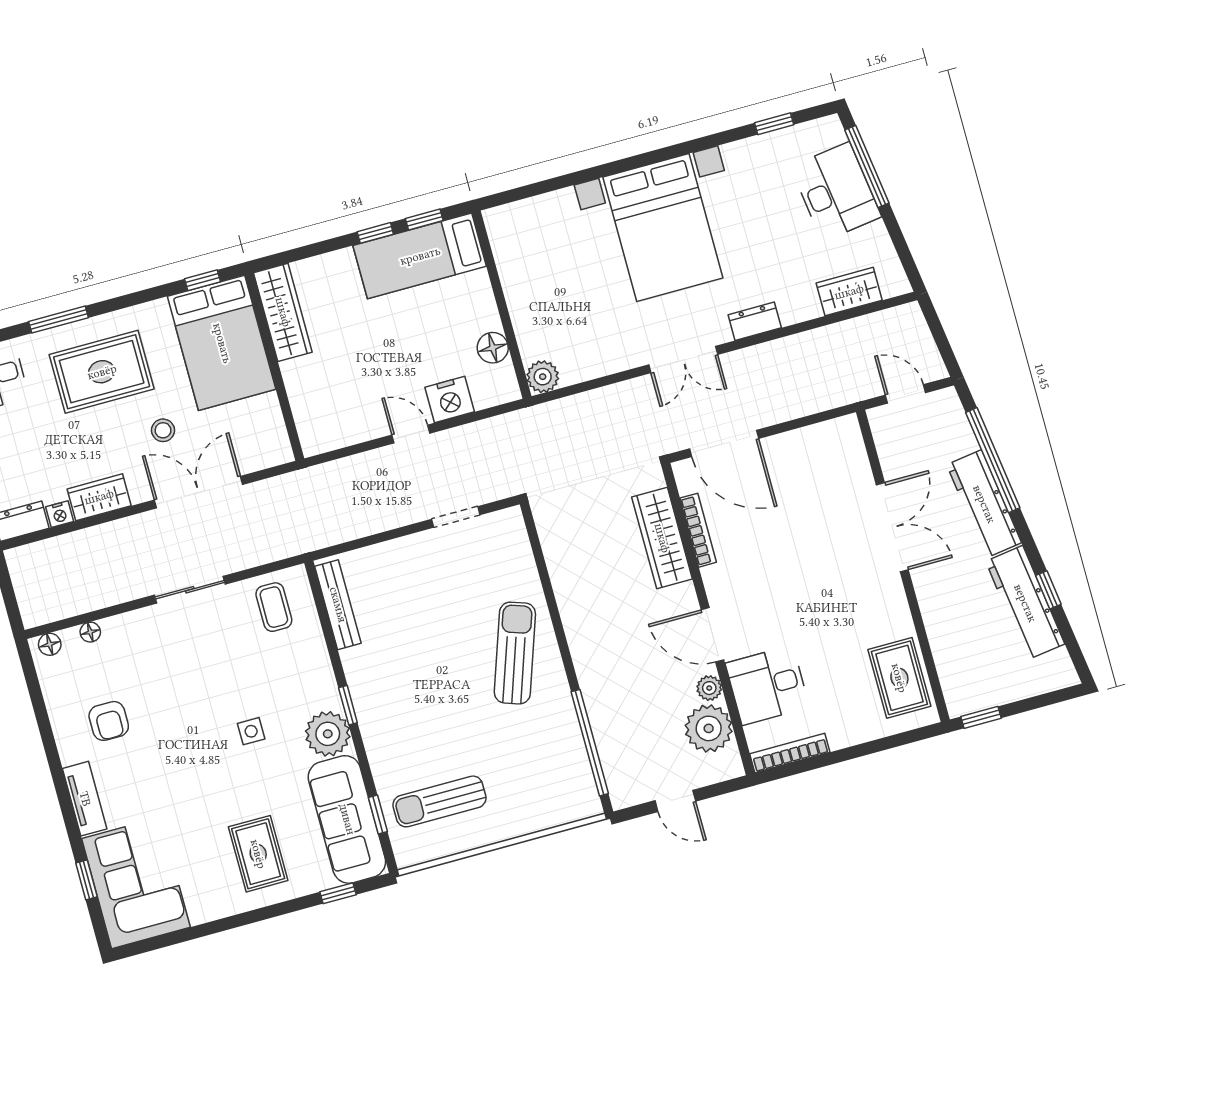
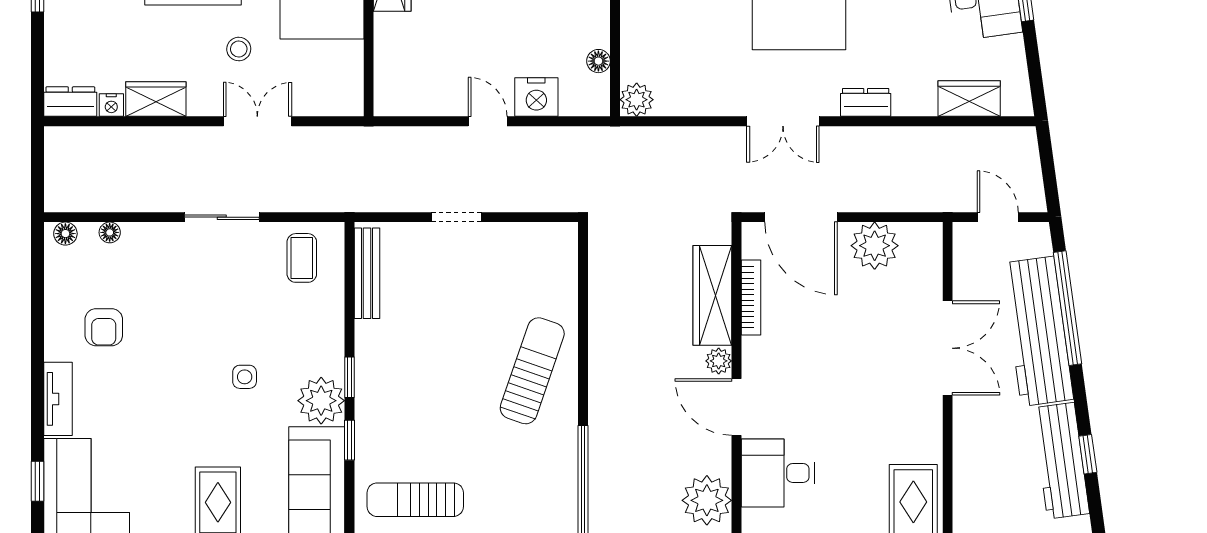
floor lamp: (493, 348) -> (598, 61), width x0.73, depth x0.73
plant: (799, 451) -> (875, 246), added
double door: (199, 492) -> (257, 121), width x0.73
workbench: (984, 504) -> (1038, 331), width x1.36, depth x1.32
doorway: (456, 517) -> (456, 217), moved
plant: (709, 688) -> (719, 361), moved
window: (378, 815) -> (349, 440), moved

